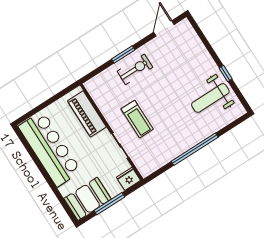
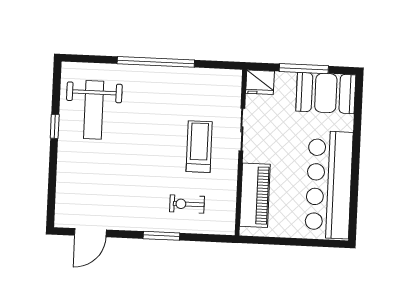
exercise bike: (135, 69) -> (187, 204), moved, width x0.73, depth x0.72
weight bench: (210, 98) -> (94, 110), turned 90

